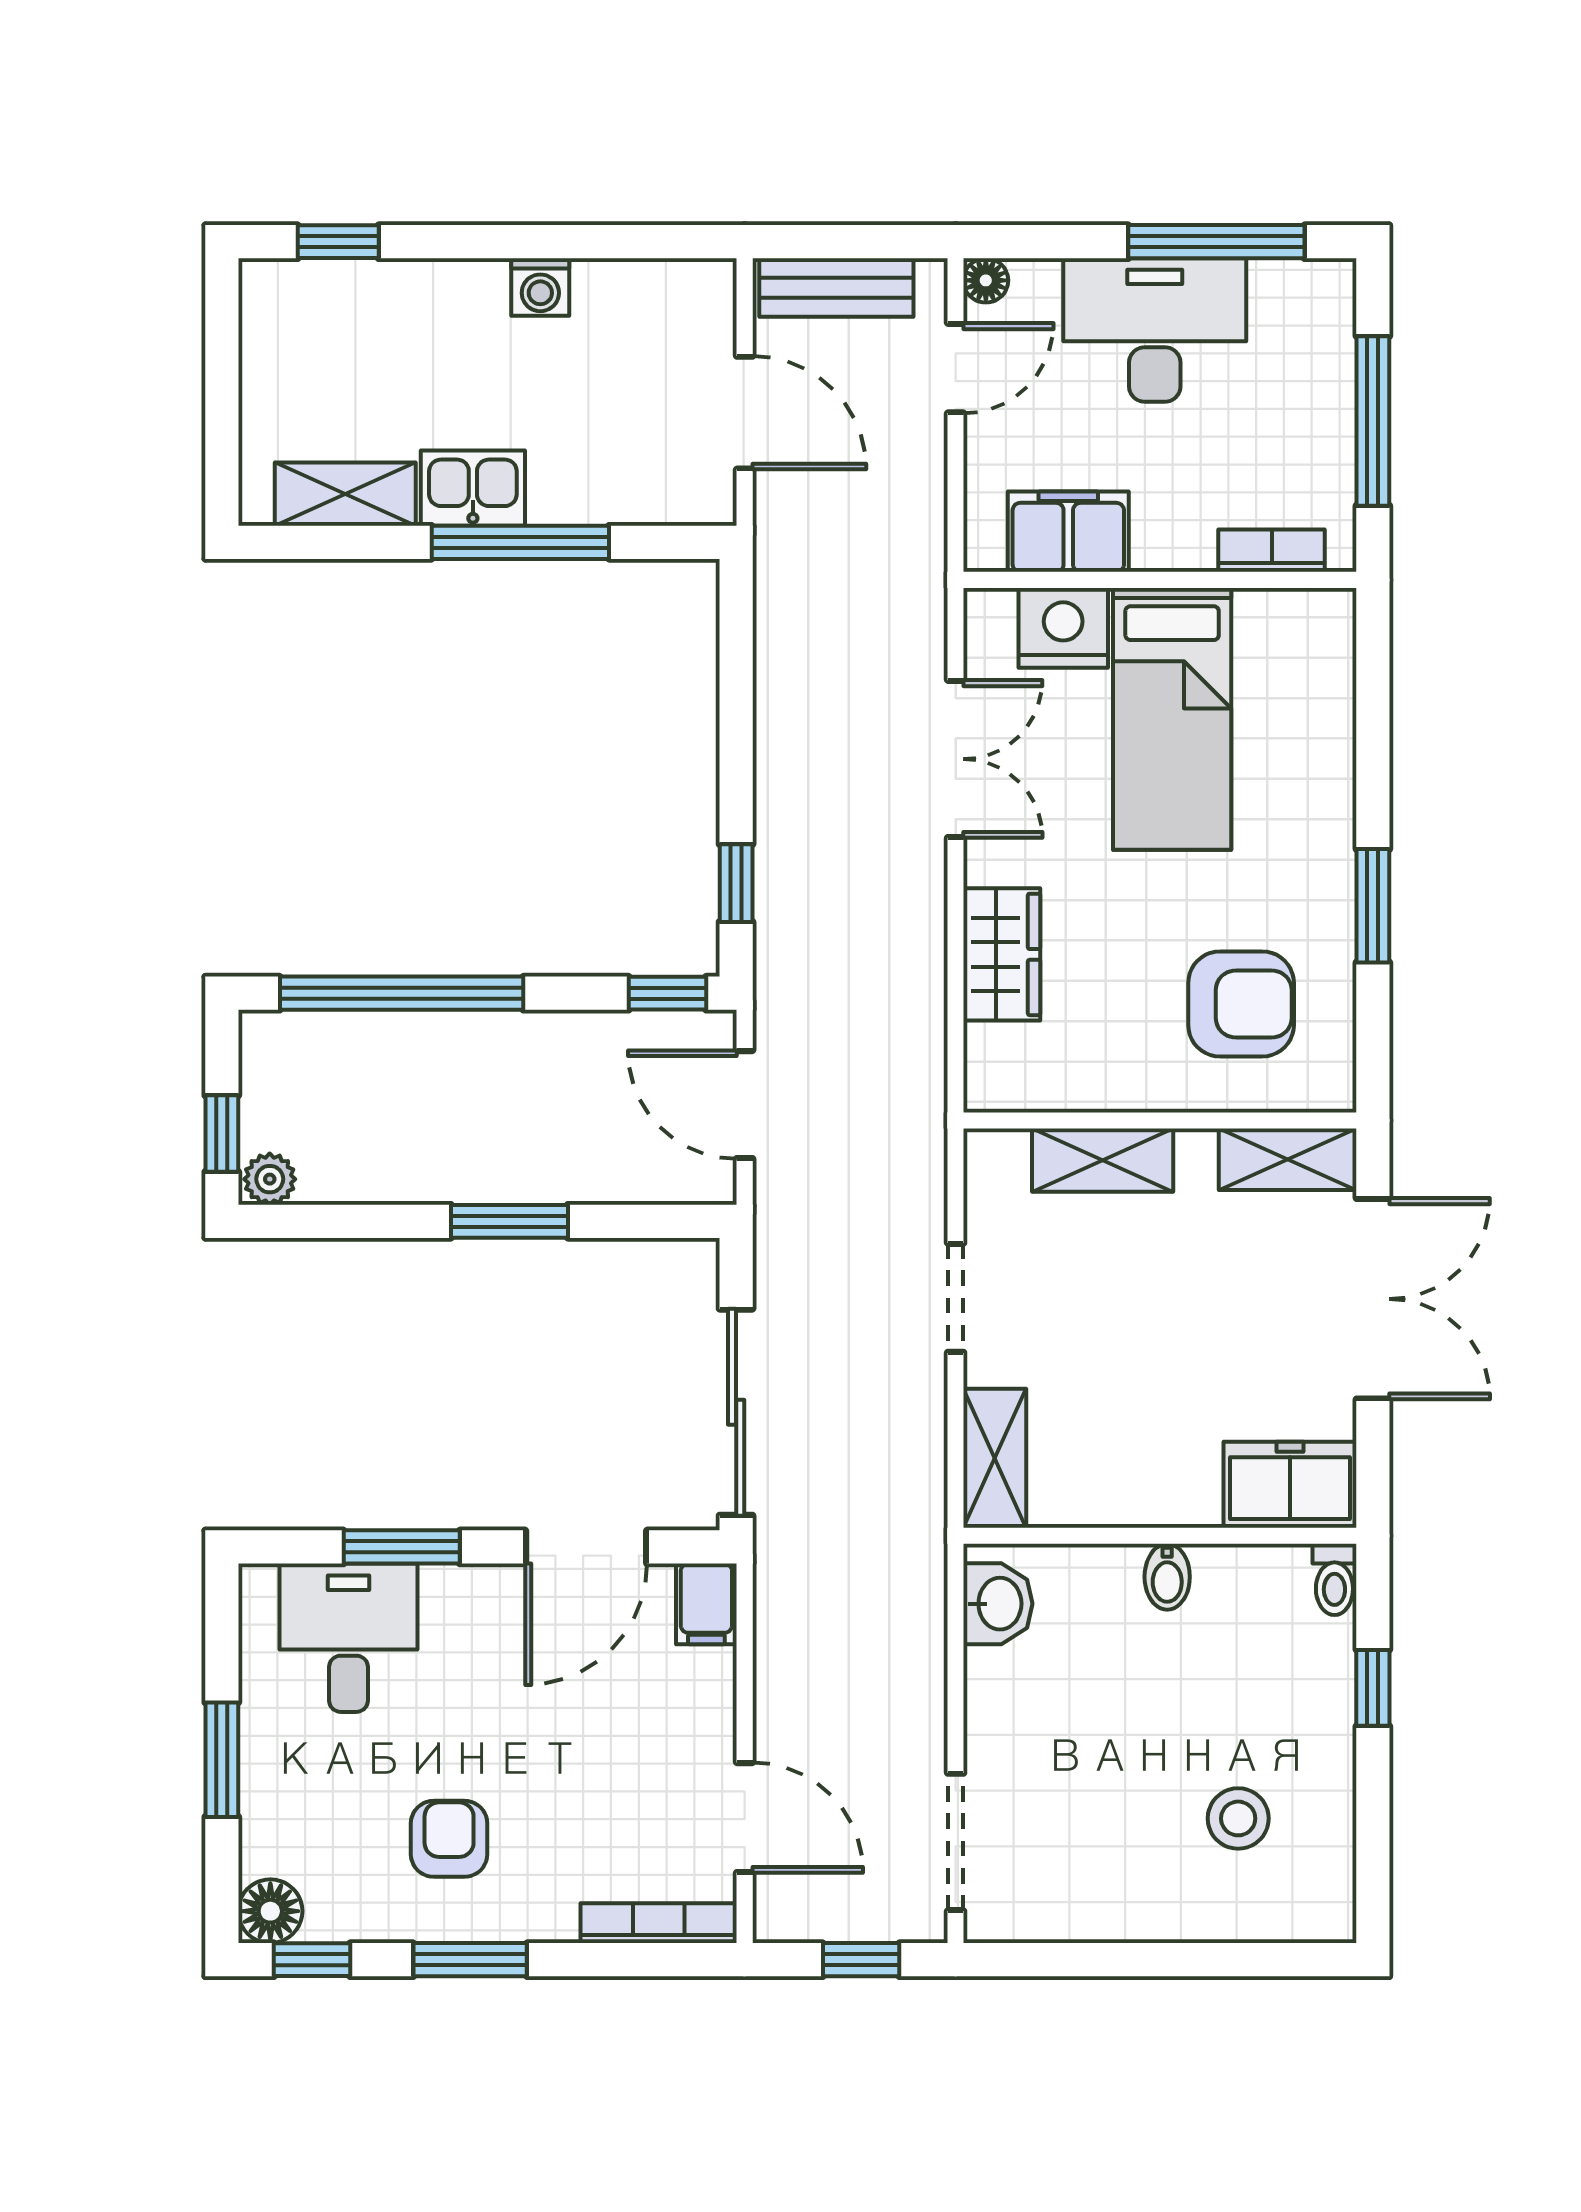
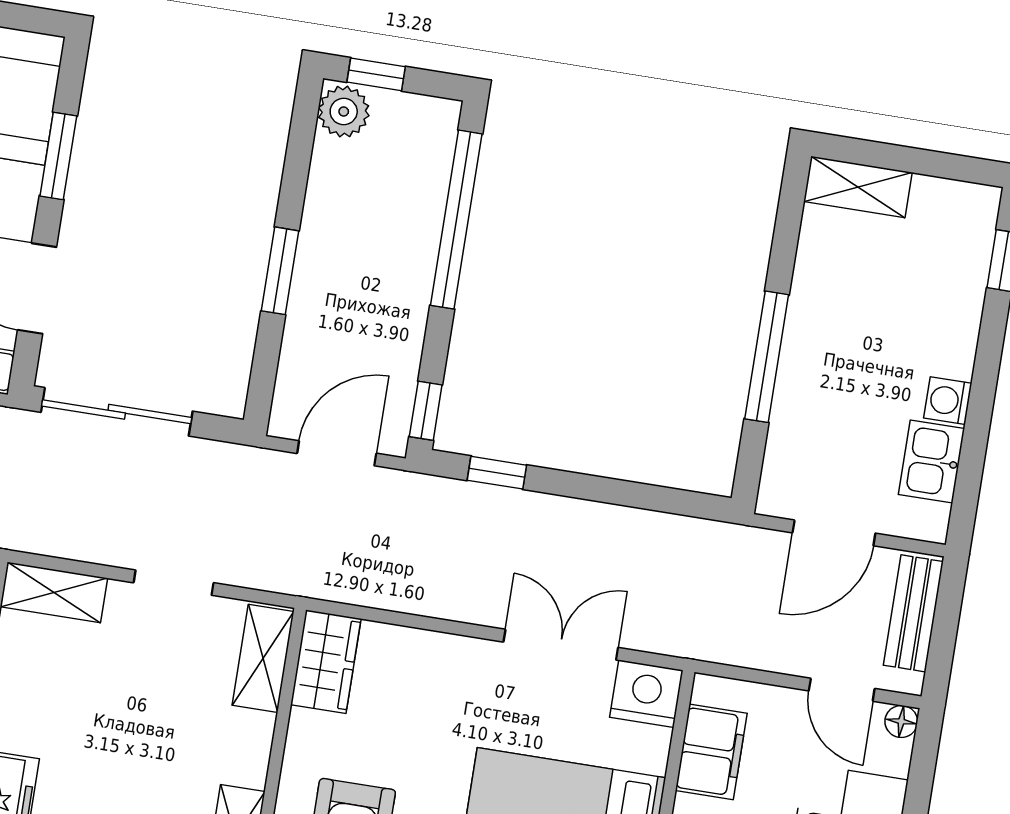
kitchen sink: (473, 488) -> (932, 461), moved, turned 180
shelving: (345, 494) -> (858, 187), moved, turned 90
nightstand: (1063, 628) -> (646, 694), moved, turned -90
double door: (956, 759) -> (561, 645), swing flipped
wardrobe: (1002, 954) -> (326, 662), moved, turned -90
shelving: (1103, 1160) -> (263, 658), moved
plant: (270, 1179) -> (344, 112), width x1.38, depth x1.38

